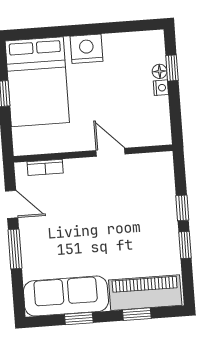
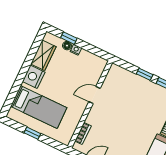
wardrobe: (126, 45) -> (43, 55), added
bed: (37, 82) -> (39, 107), width x0.67

